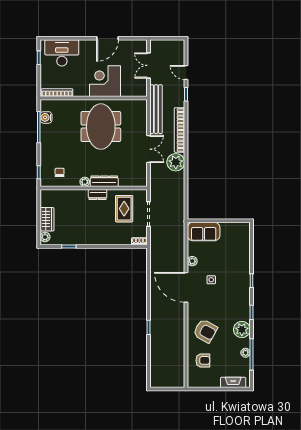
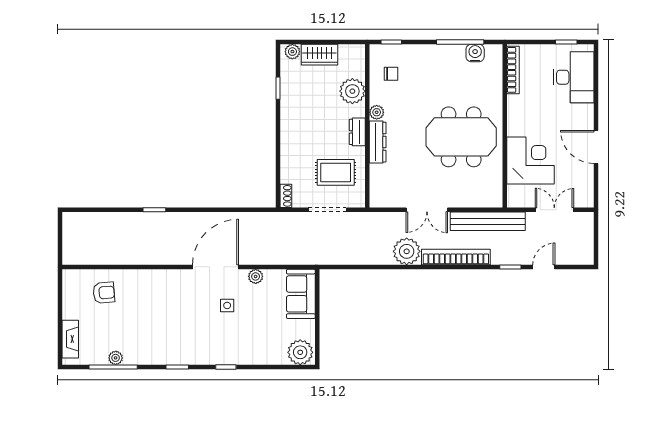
corner desk: (105, 81) -> (531, 161), moved
plant: (71, 198) -> (352, 91), added
plant: (242, 330) -> (300, 352), moved
armchair: (205, 331) -> (149, 296), removed
armchair: (203, 360) -> (104, 293), turned -95

